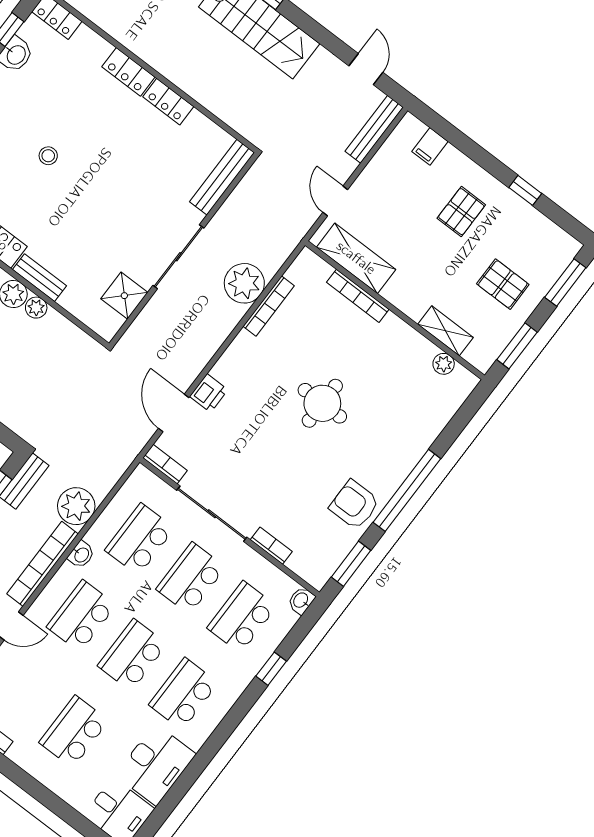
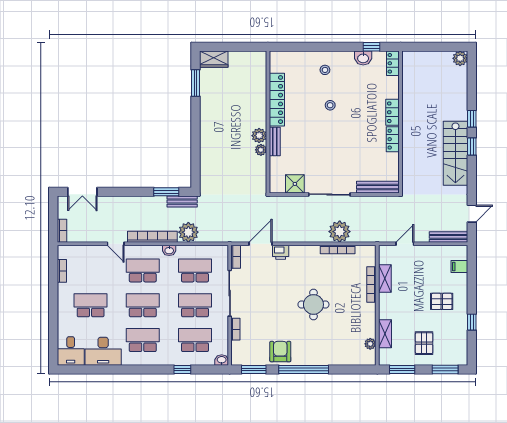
shelving: (356, 258) -> (385, 278), width x0.67, depth x0.75

